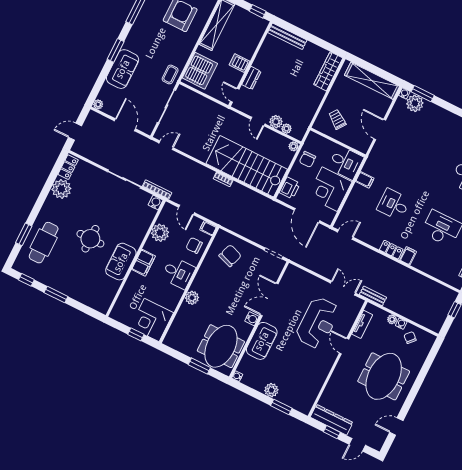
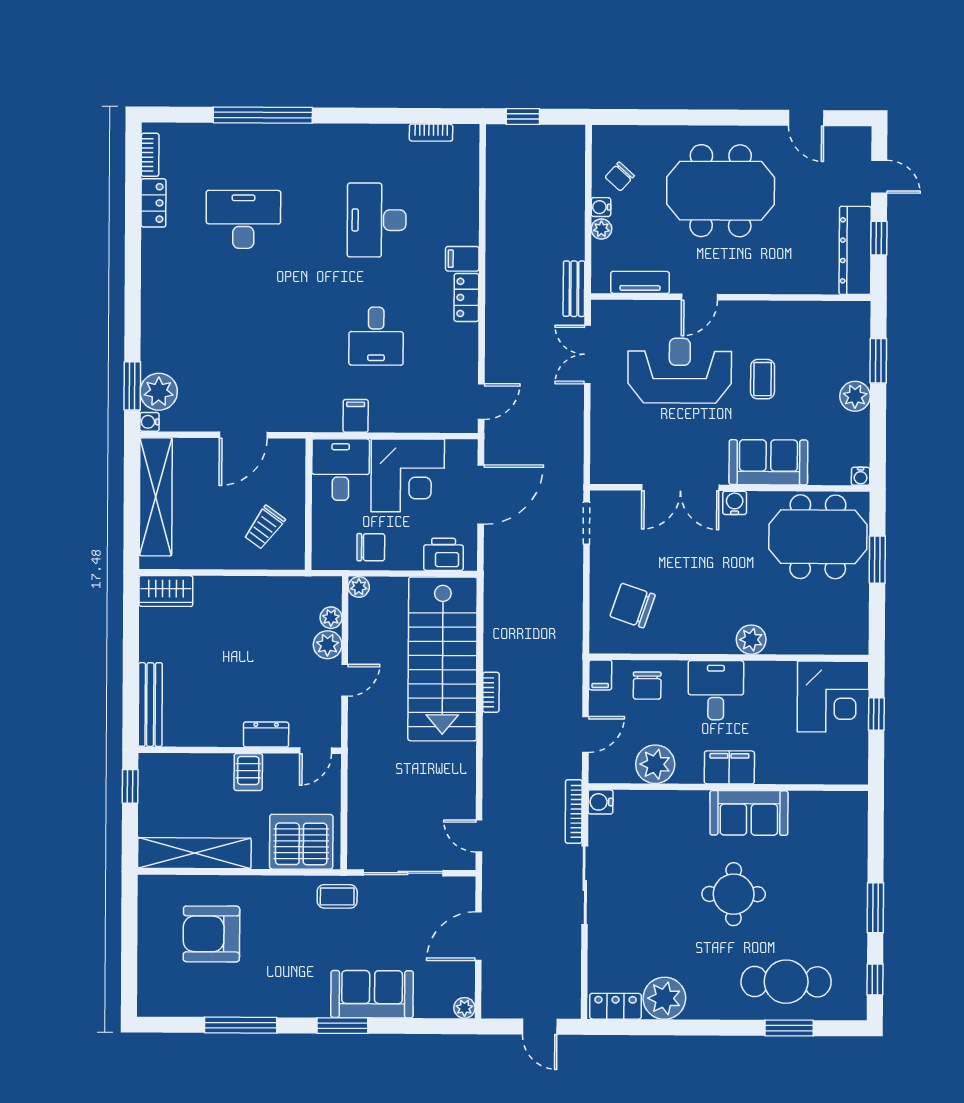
wardrobe: (328, 71) -> (166, 591), width x0.67
door: (345, 235) -> (481, 401), swing flipped
coffee table: (297, 355) -> (763, 379), added

